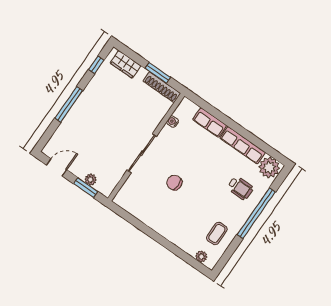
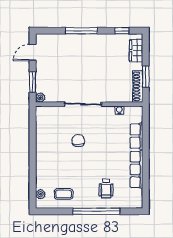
door: (57, 167) -> (33, 52), swing flipped
plant: (269, 167) -> (134, 198), removed
plant: (91, 180) -> (40, 98), moved

